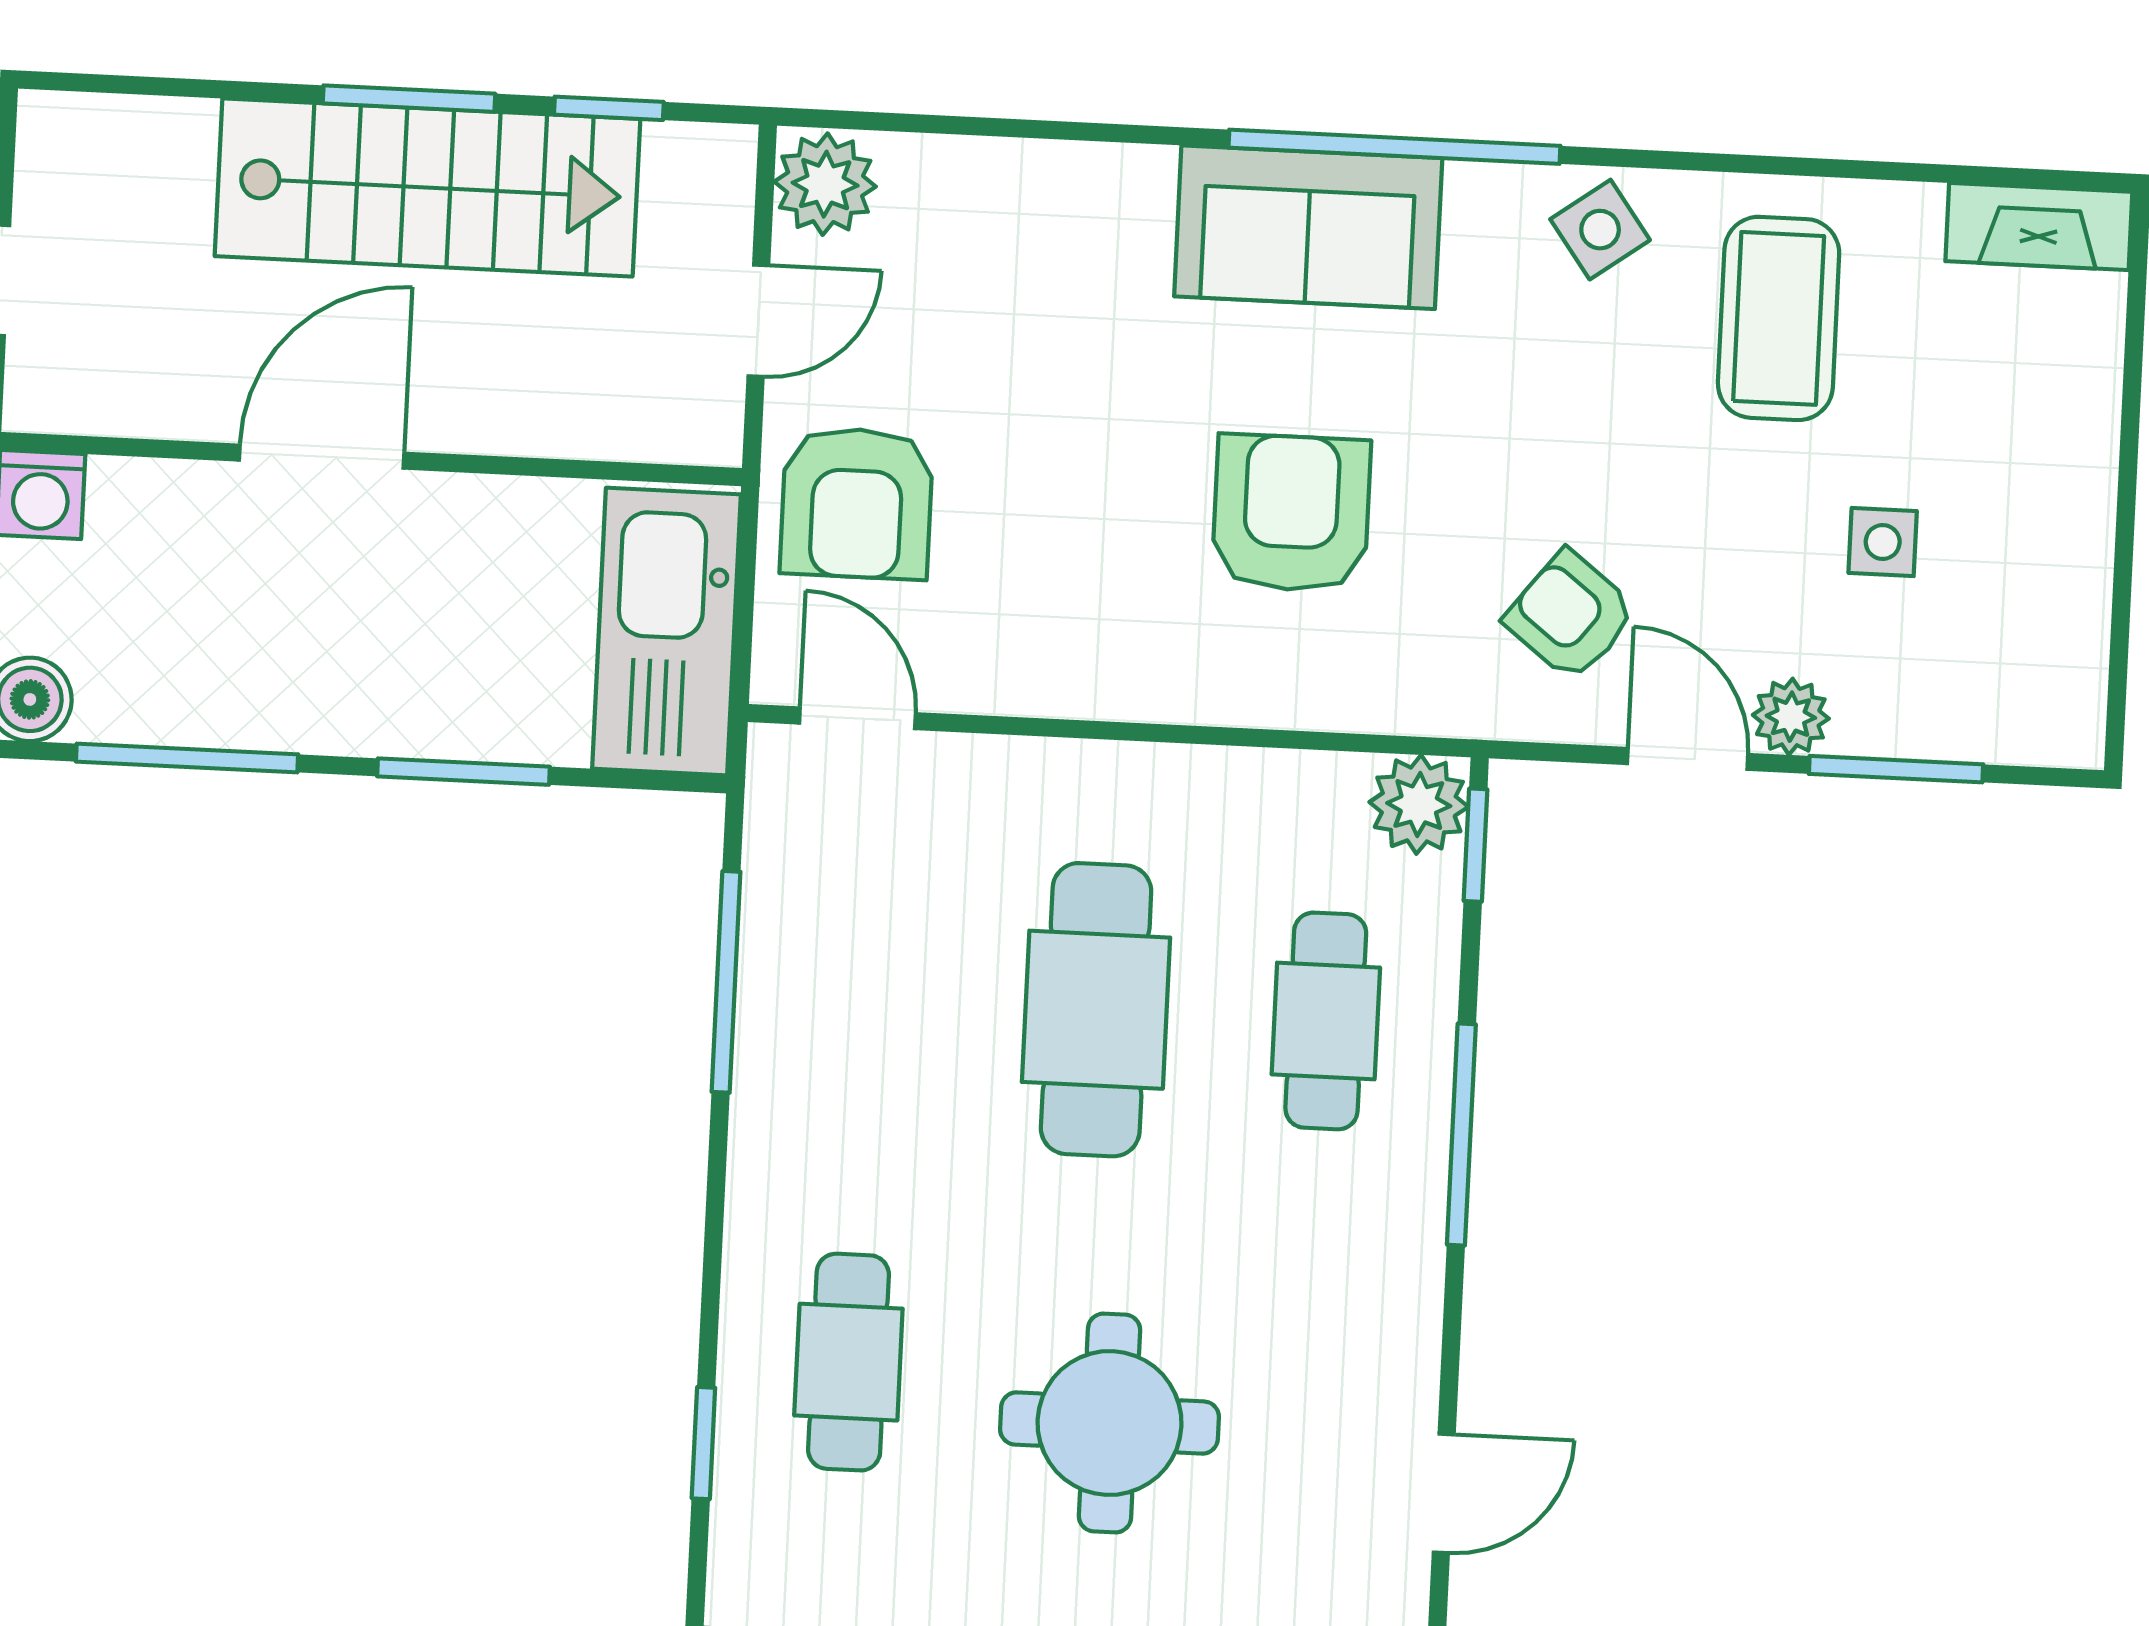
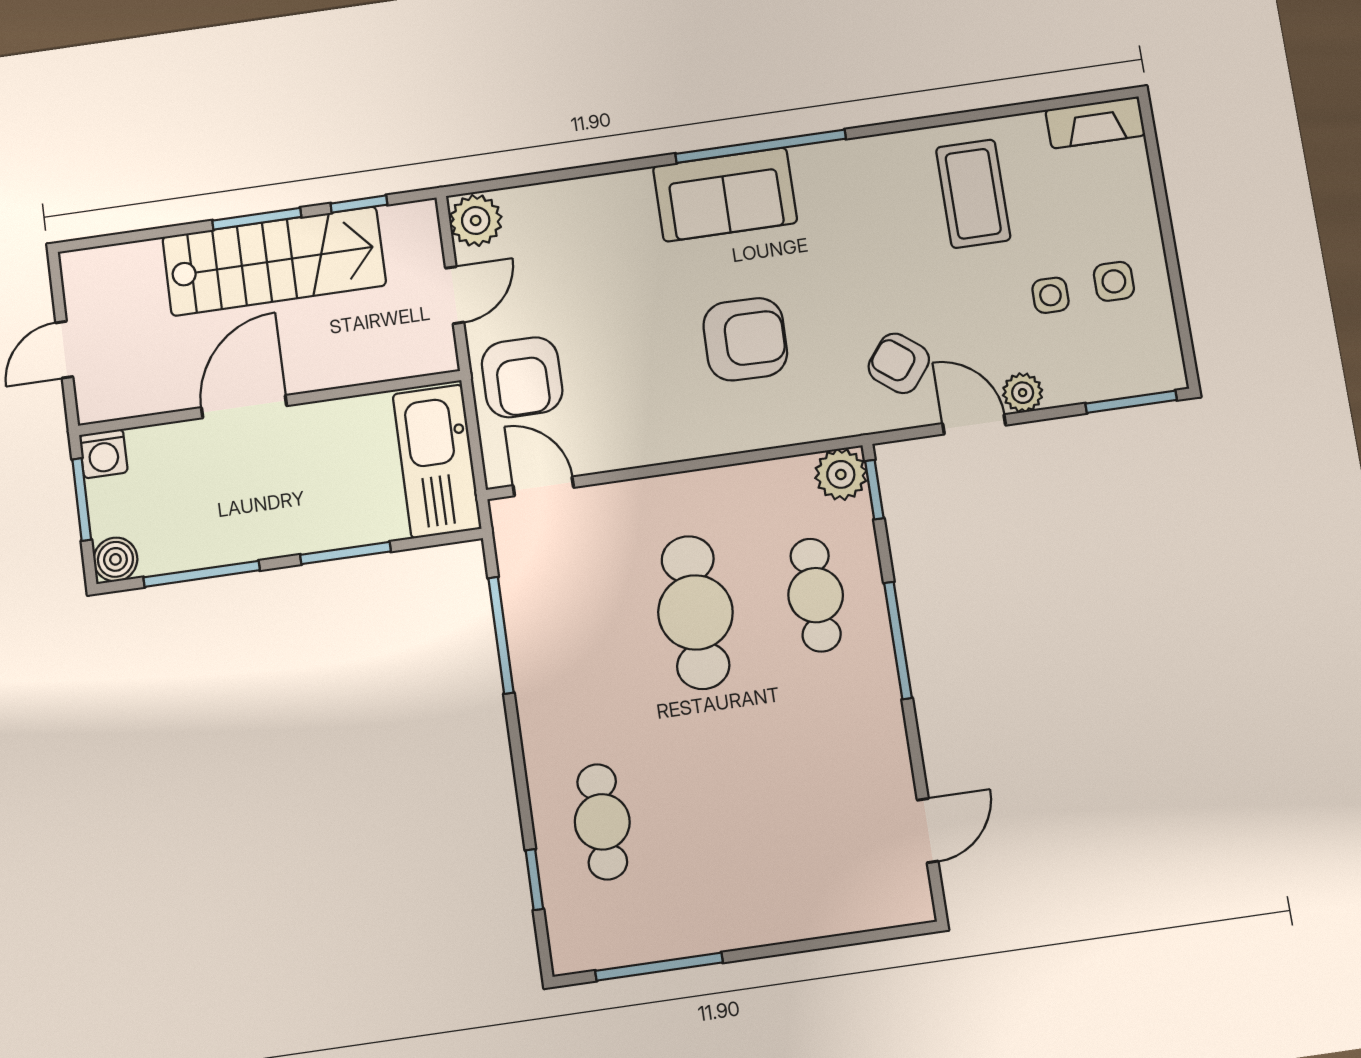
side table: (1600, 230) -> (1114, 281), moved, turned 36
armchair: (1291, 513) -> (745, 339), turned 91
window: (1896, 769) -> (1131, 402), moved
round table: (1110, 1423) -> (745, 827), removed

